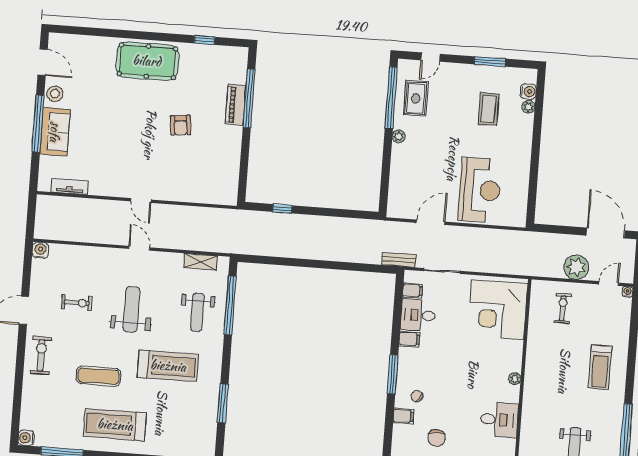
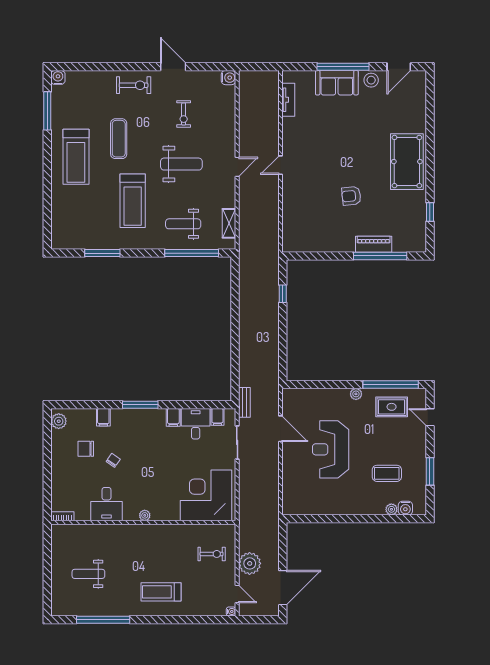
reception desk: (480, 190) -> (331, 449), moved, turned 90
chair: (417, 396) -> (113, 460), moved
treadmill: (115, 425) -> (76, 157), turned 180

